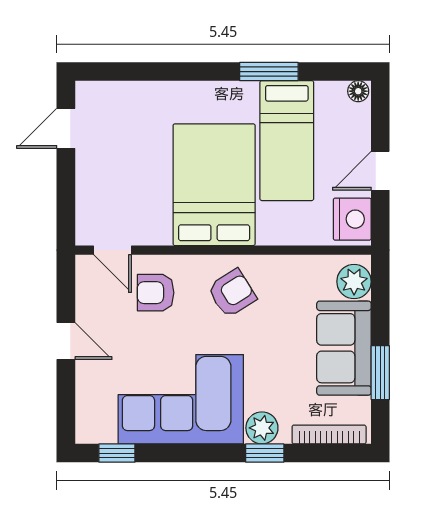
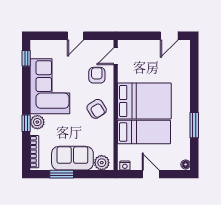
door: (66, 128) -> (169, 36), swing flipped
bed: (287, 141) -> (144, 132), moved, turned 180
nightstand: (352, 219) -> (125, 166), width x0.53, depth x0.56

